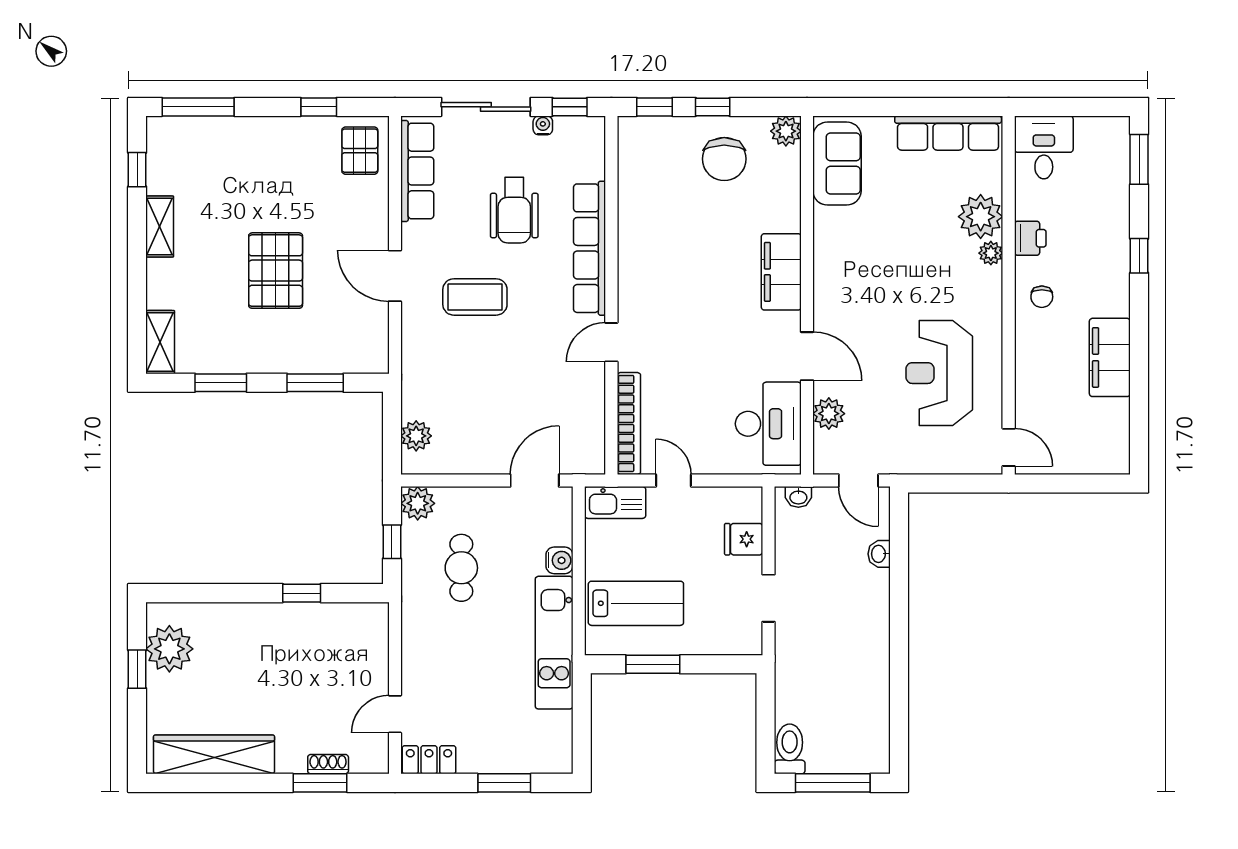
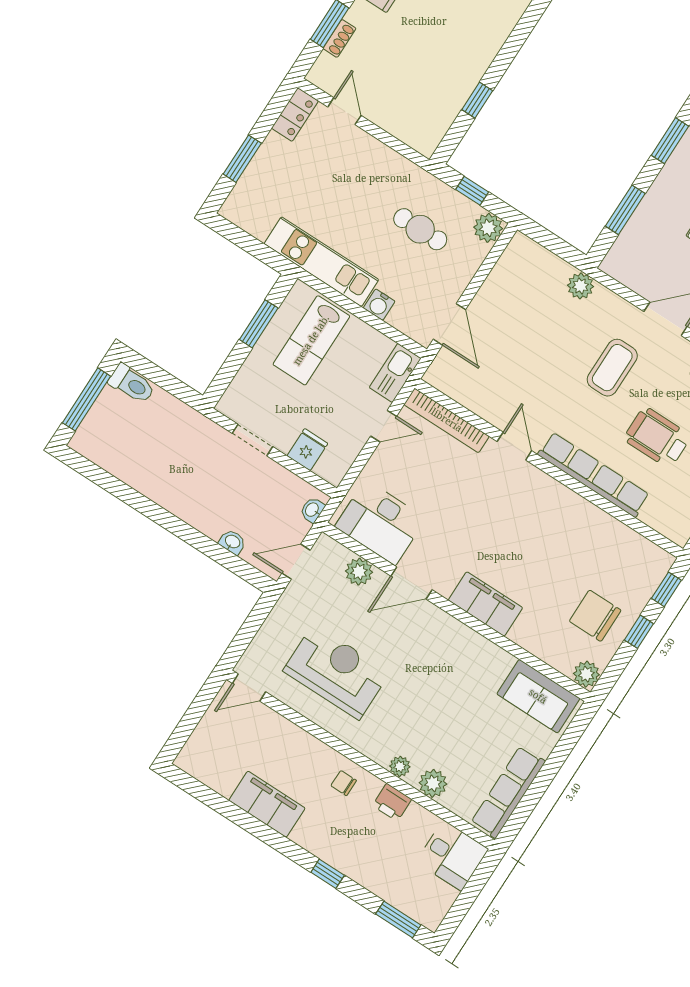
plant: (981, 217) -> (433, 783), width x0.73, depth x0.73
plant: (416, 436) -> (581, 286), moved

